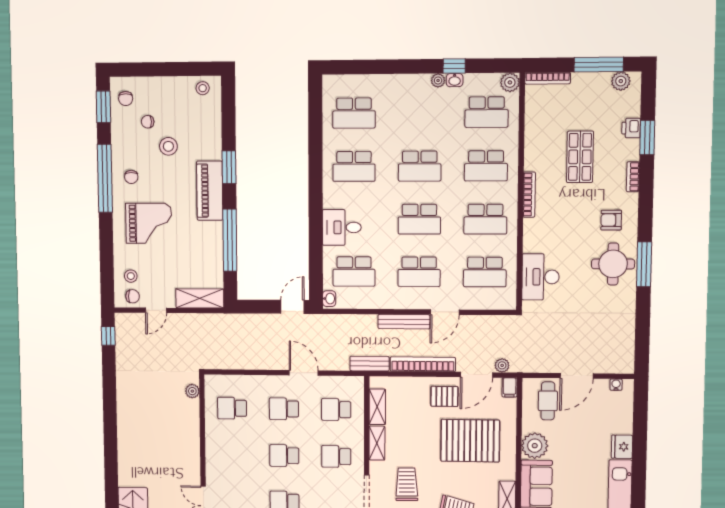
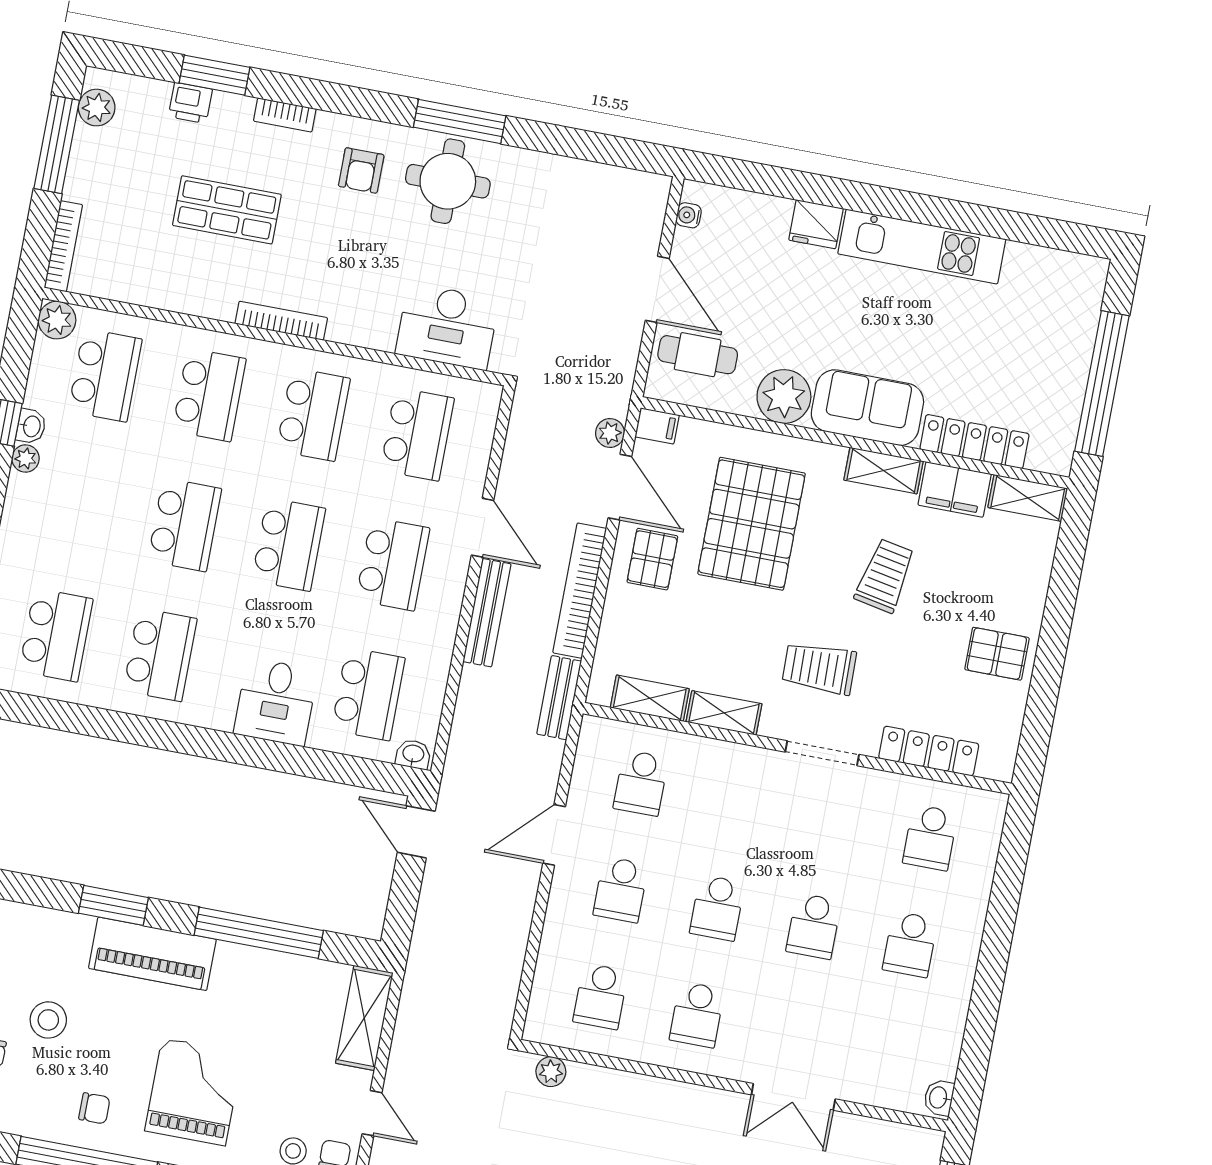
school desk: (336, 456) -> (697, 1015), moved

